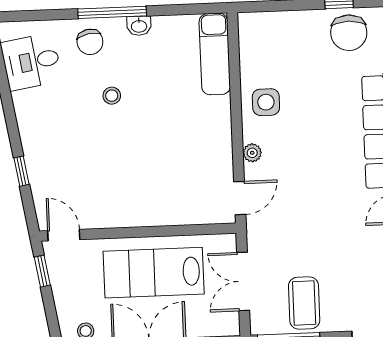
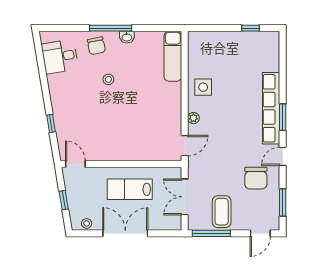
chair: (349, 33) -> (256, 178), moved
window: (42, 271) -> (64, 200), moved
lab bench: (154, 273) -> (130, 189), width x0.73, depth x0.72

